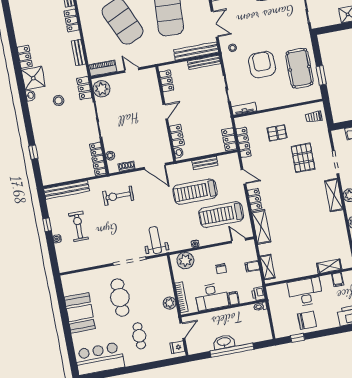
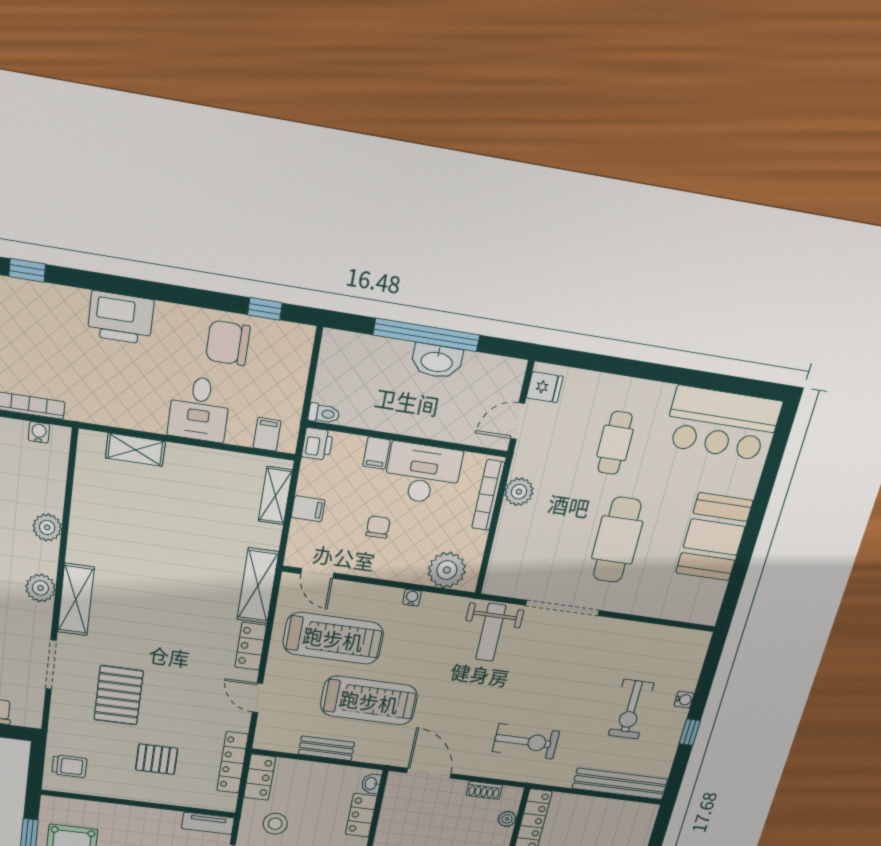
stool: (214, 118) -> (275, 824), added
filing cabinet: (338, 280) -> (267, 434), moved
desk: (305, 292) -> (199, 409), width x0.73

